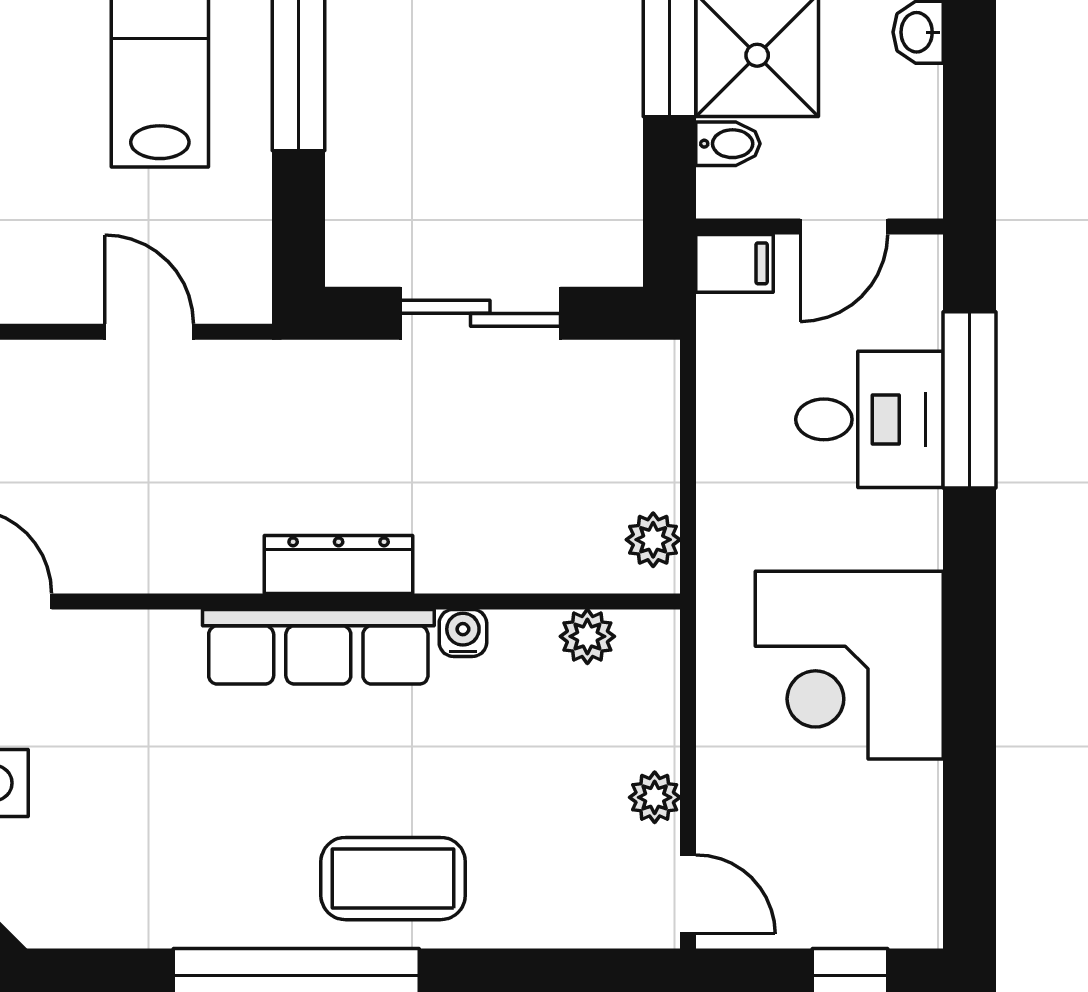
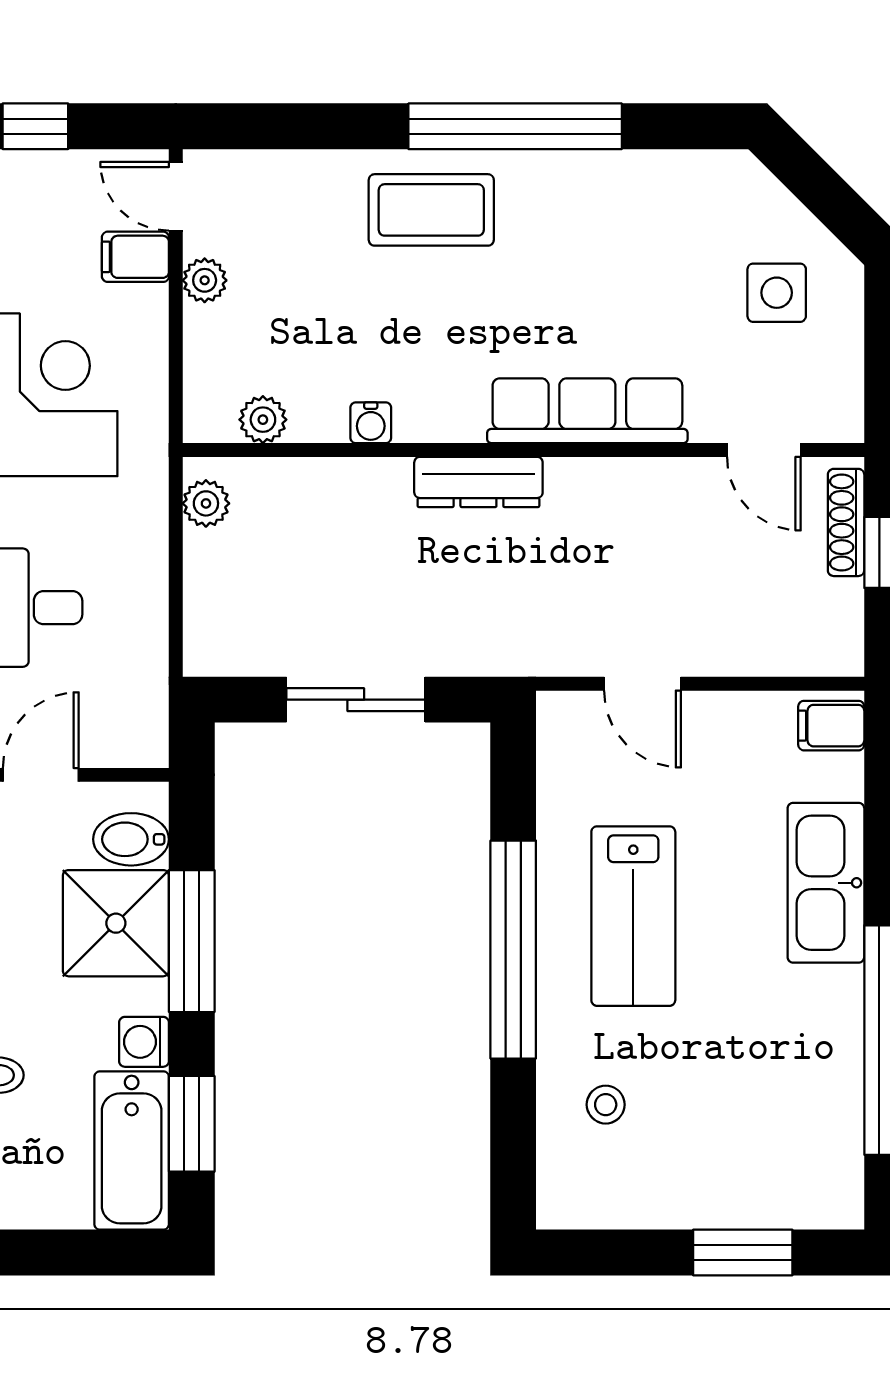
bidet: (728, 144) -> (131, 839), width x1.38, depth x1.36
filing cabinet: (735, 263) -> (135, 257), moved
row of seats: (318, 647) -> (587, 411), moved

